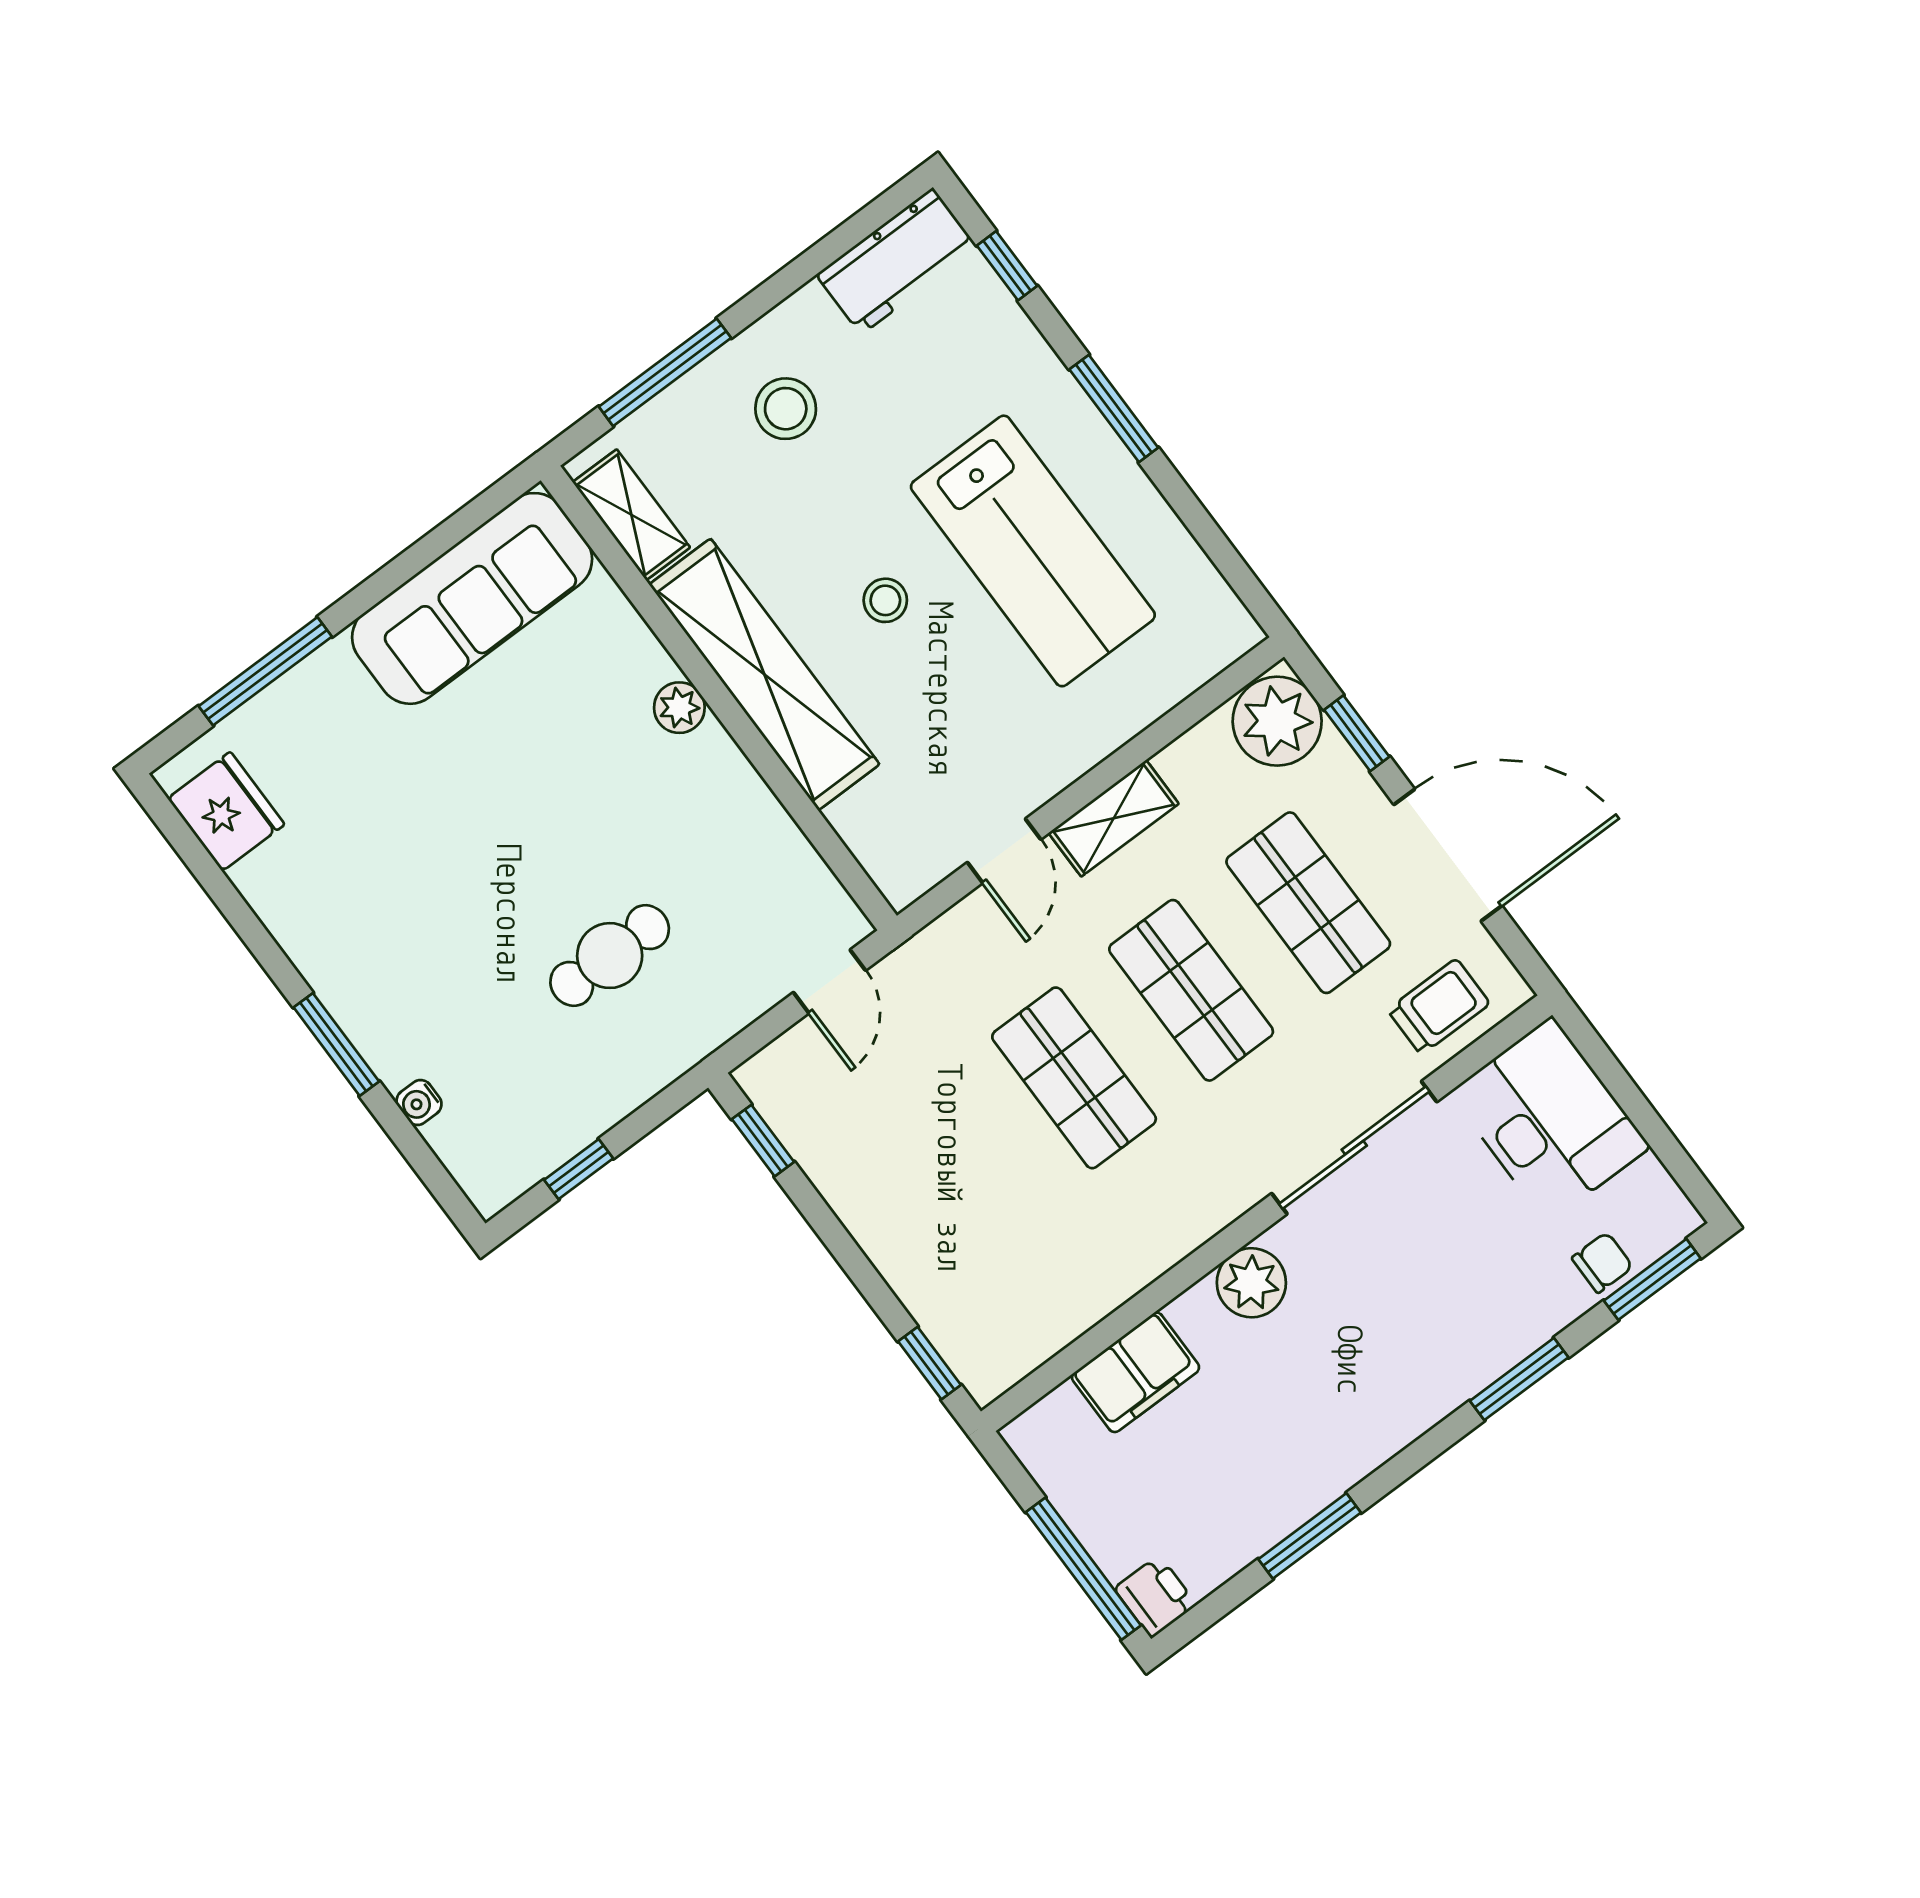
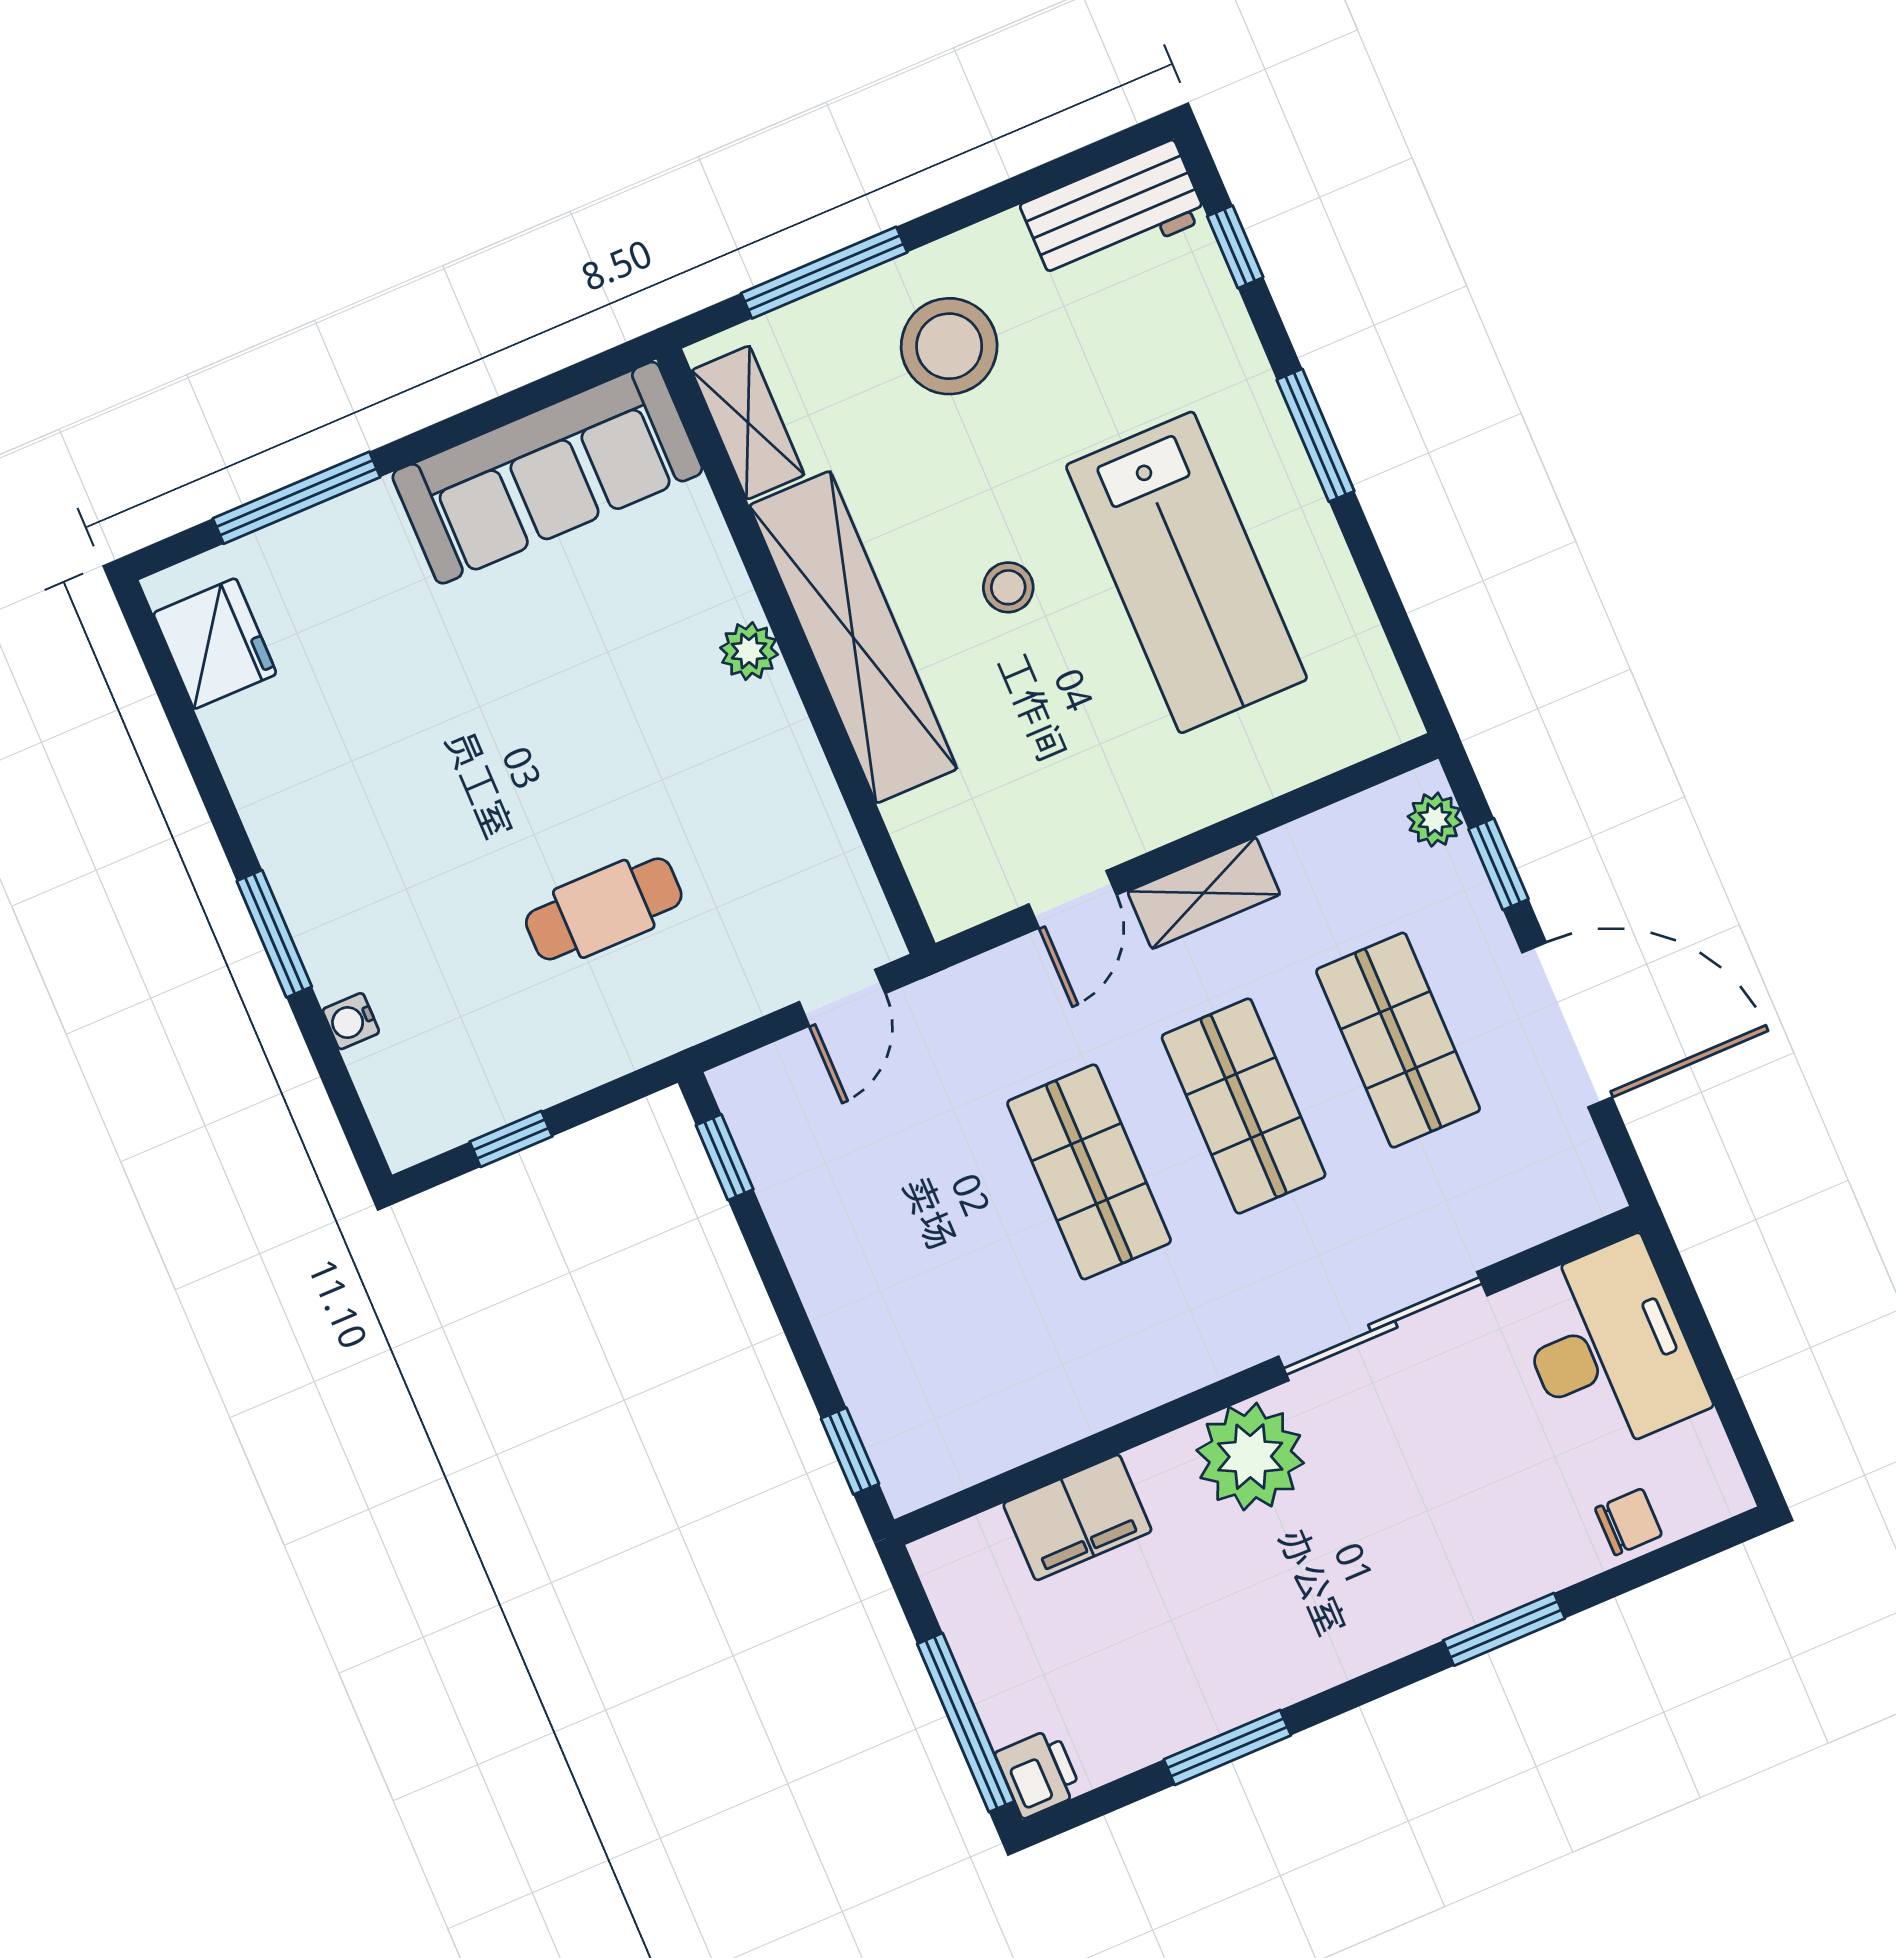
stool: (786, 409) -> (949, 346), width x1.38, depth x1.38
plant: (1277, 721) -> (1435, 820), width x0.53, depth x0.53
trolley: (1439, 1007) -> (1516, 1192), removed
window: (1652, 1279) -> (1680, 1554), removed
plant: (1251, 1283) -> (1250, 1457), width x1.36, depth x1.36

